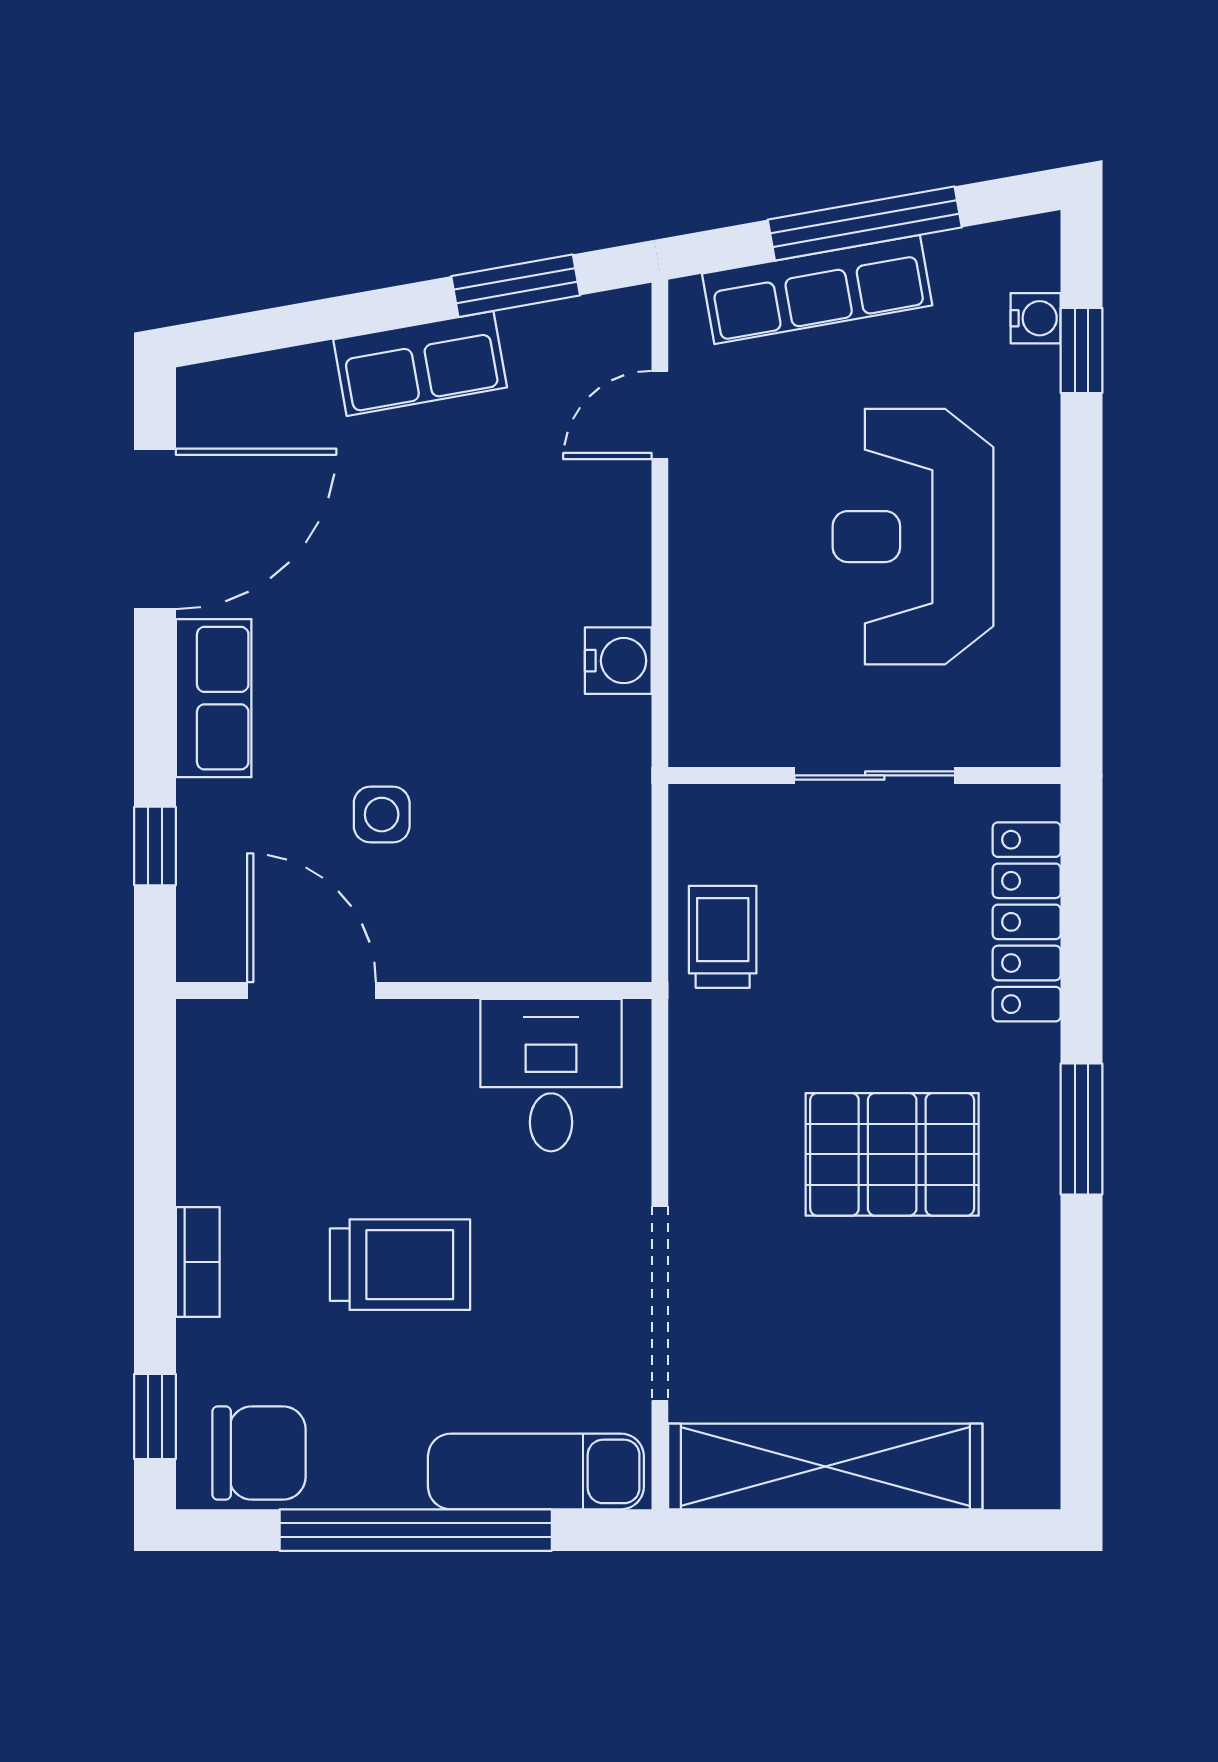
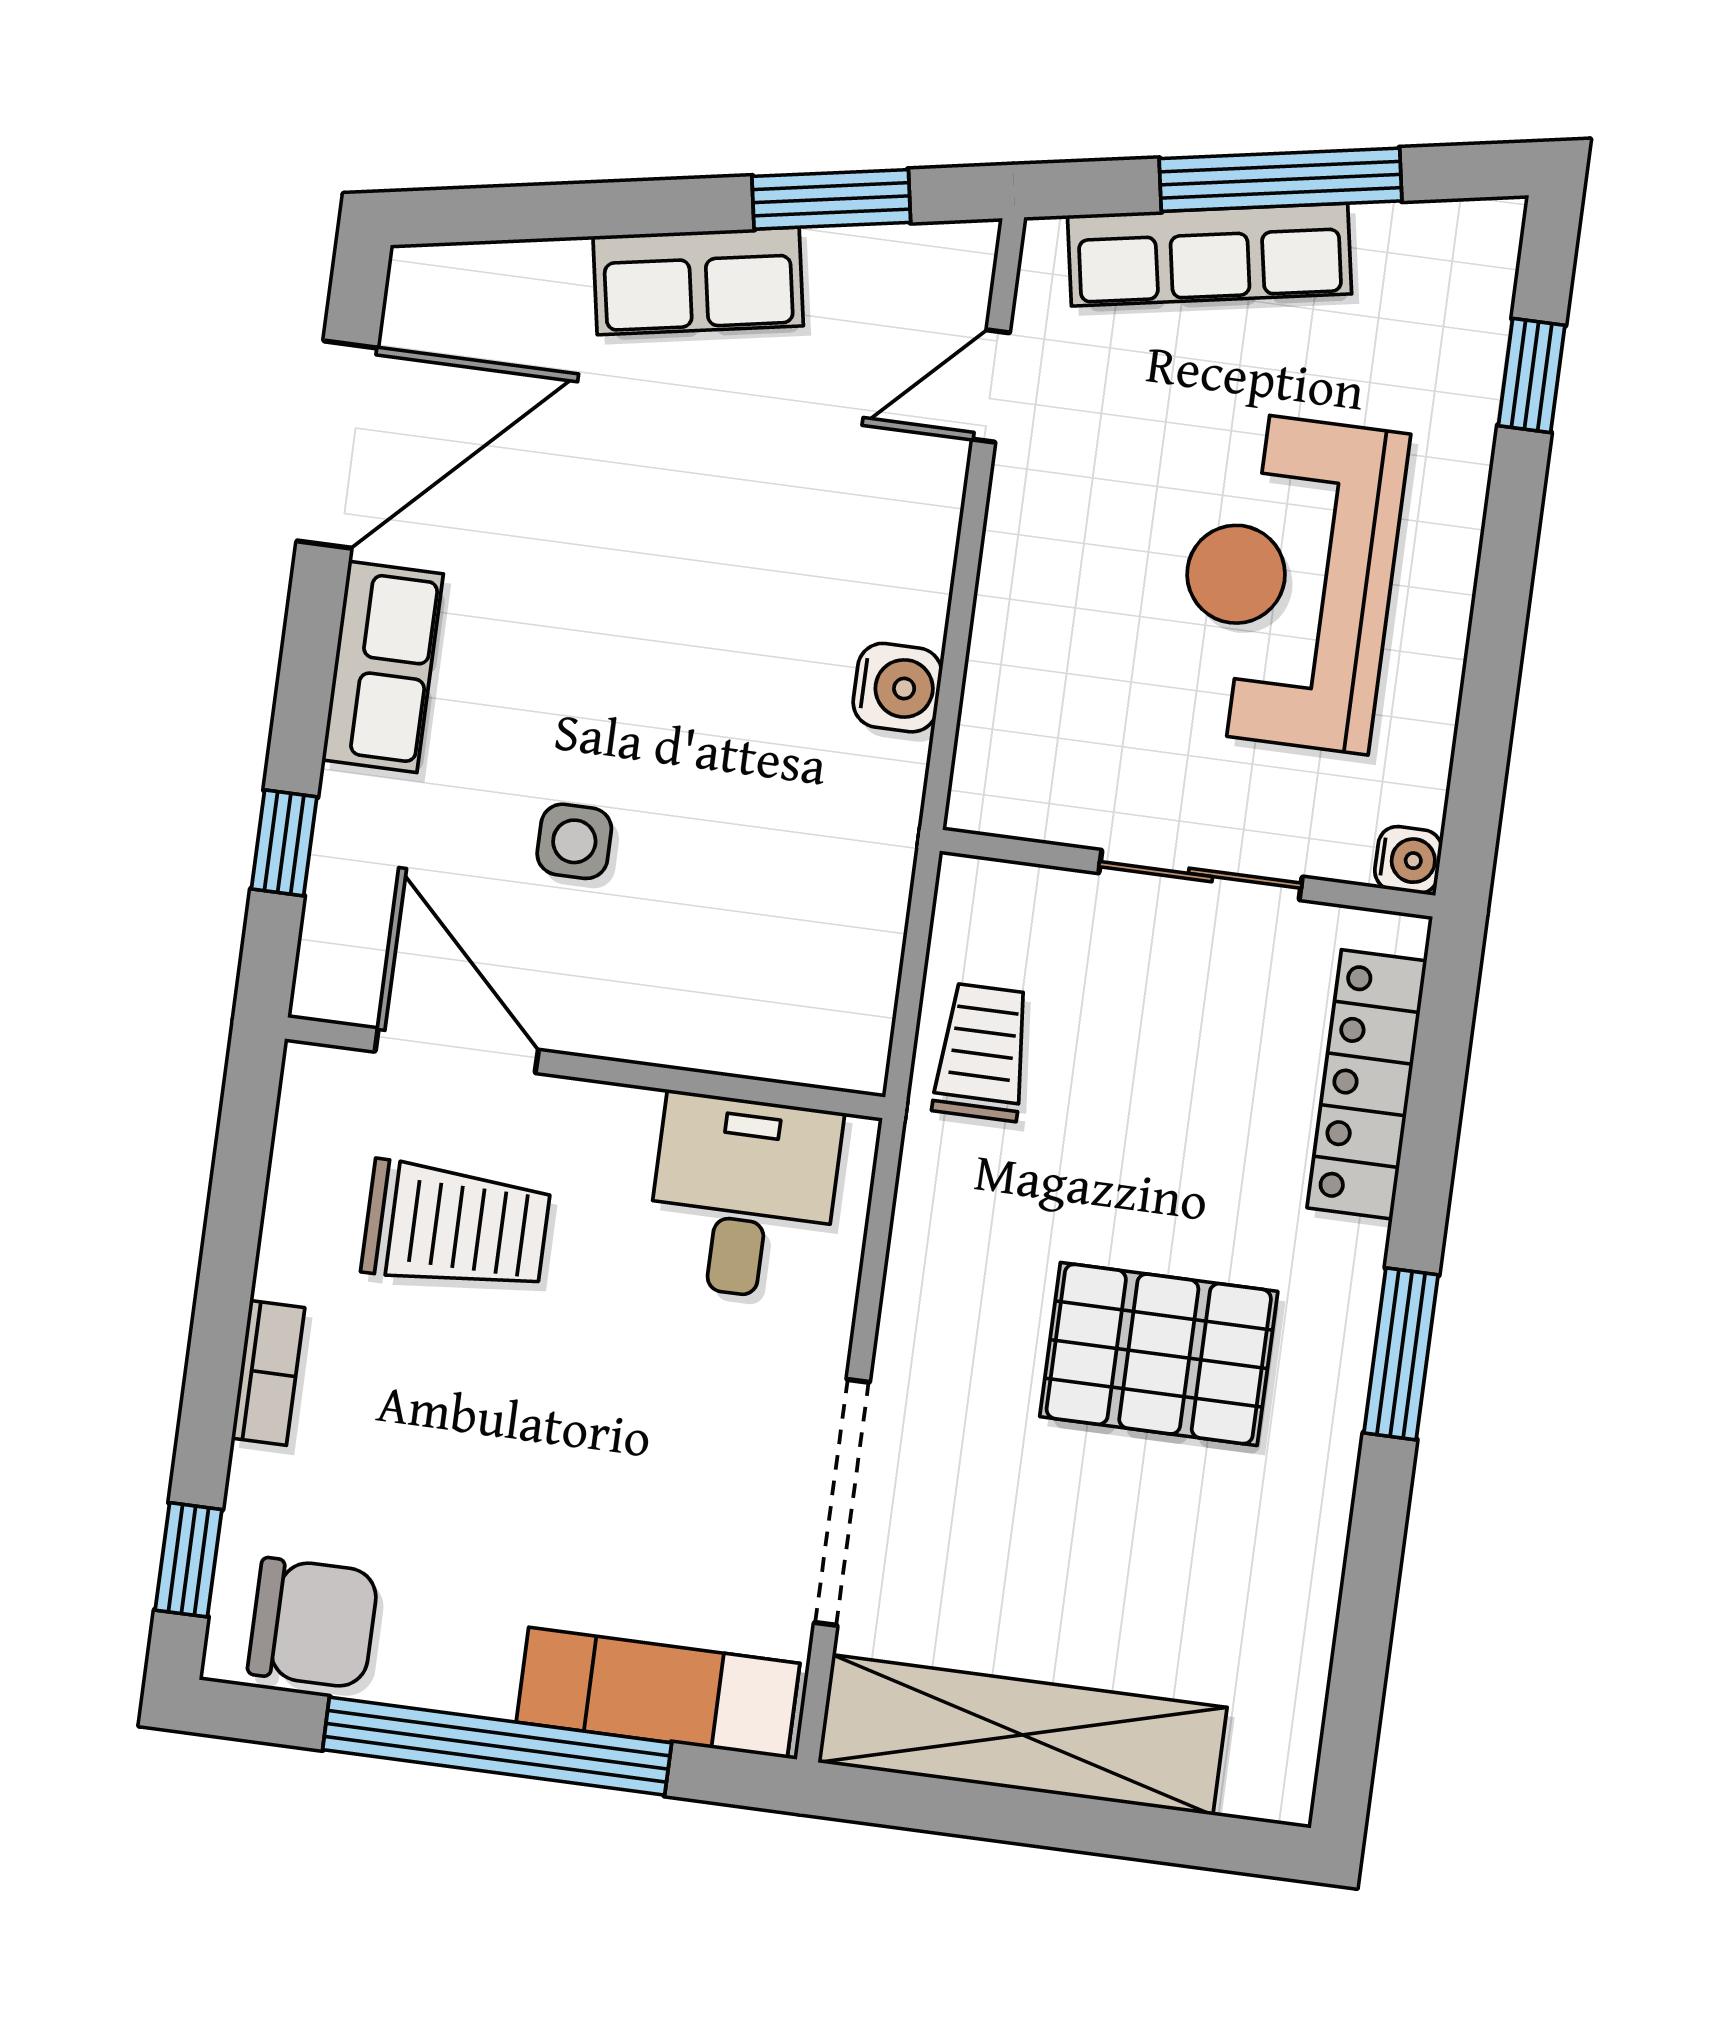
water cooler: (1036, 318) -> (1408, 860), moved
trolley: (400, 1265) -> (456, 1227), moved

